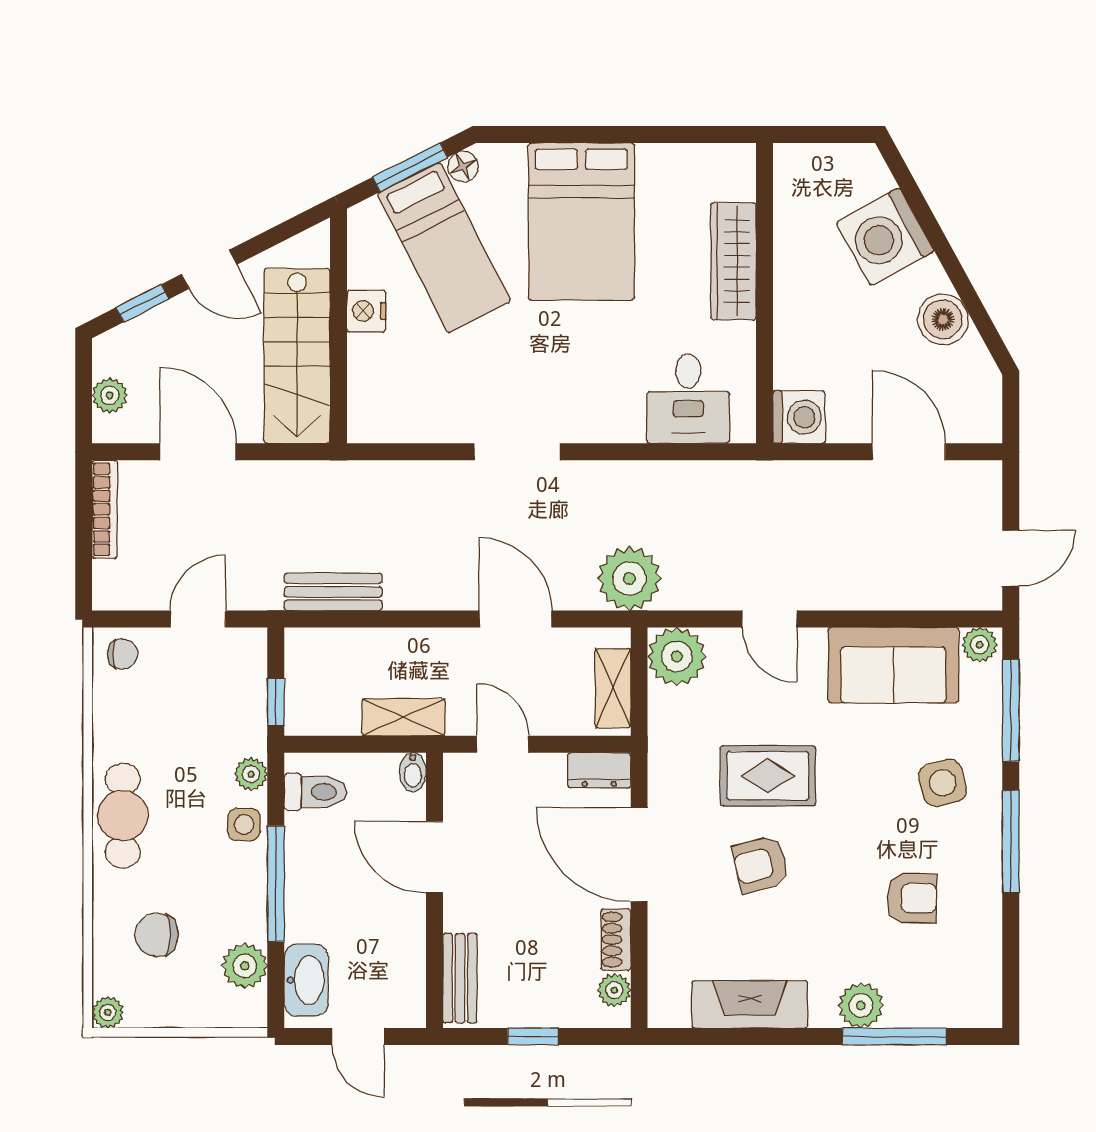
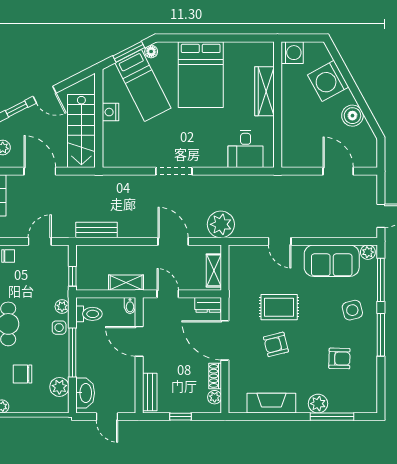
washing machine: (799, 417) -> (292, 53), moved
plant: (677, 657) -> (241, 257), removed

